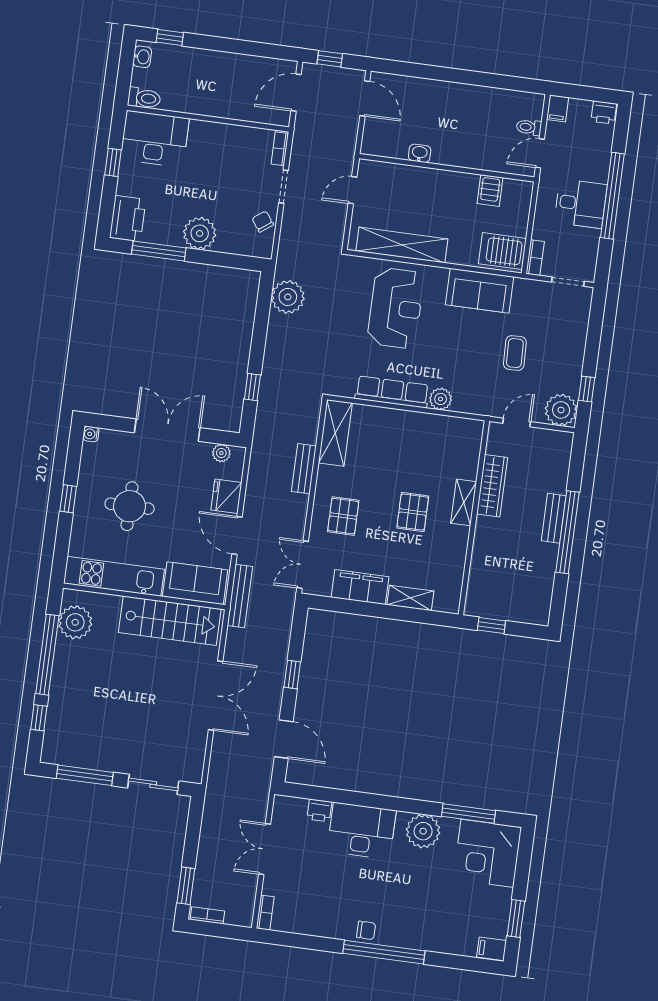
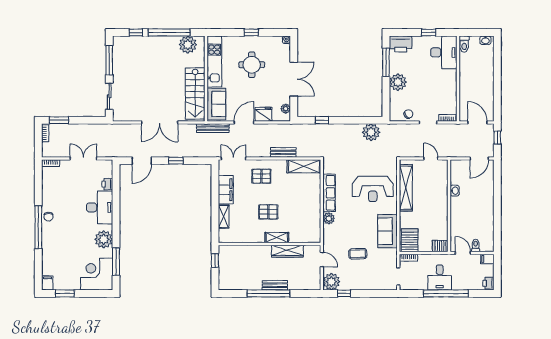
window: (170, 37) -> (497, 53), removed
server rack: (490, 191) -> (440, 246), moved

